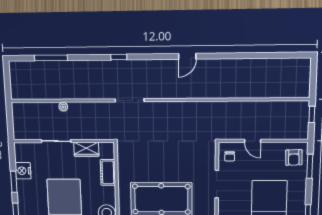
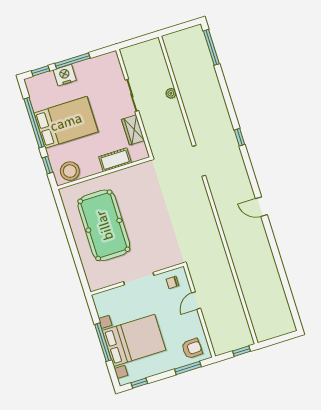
window: (51, 58) -> (211, 47), moved
armchair: (294, 157) -> (192, 349), turned 180
nightstand: (23, 171) -> (65, 75), moved
window: (14, 182) -> (72, 61), width x1.44

